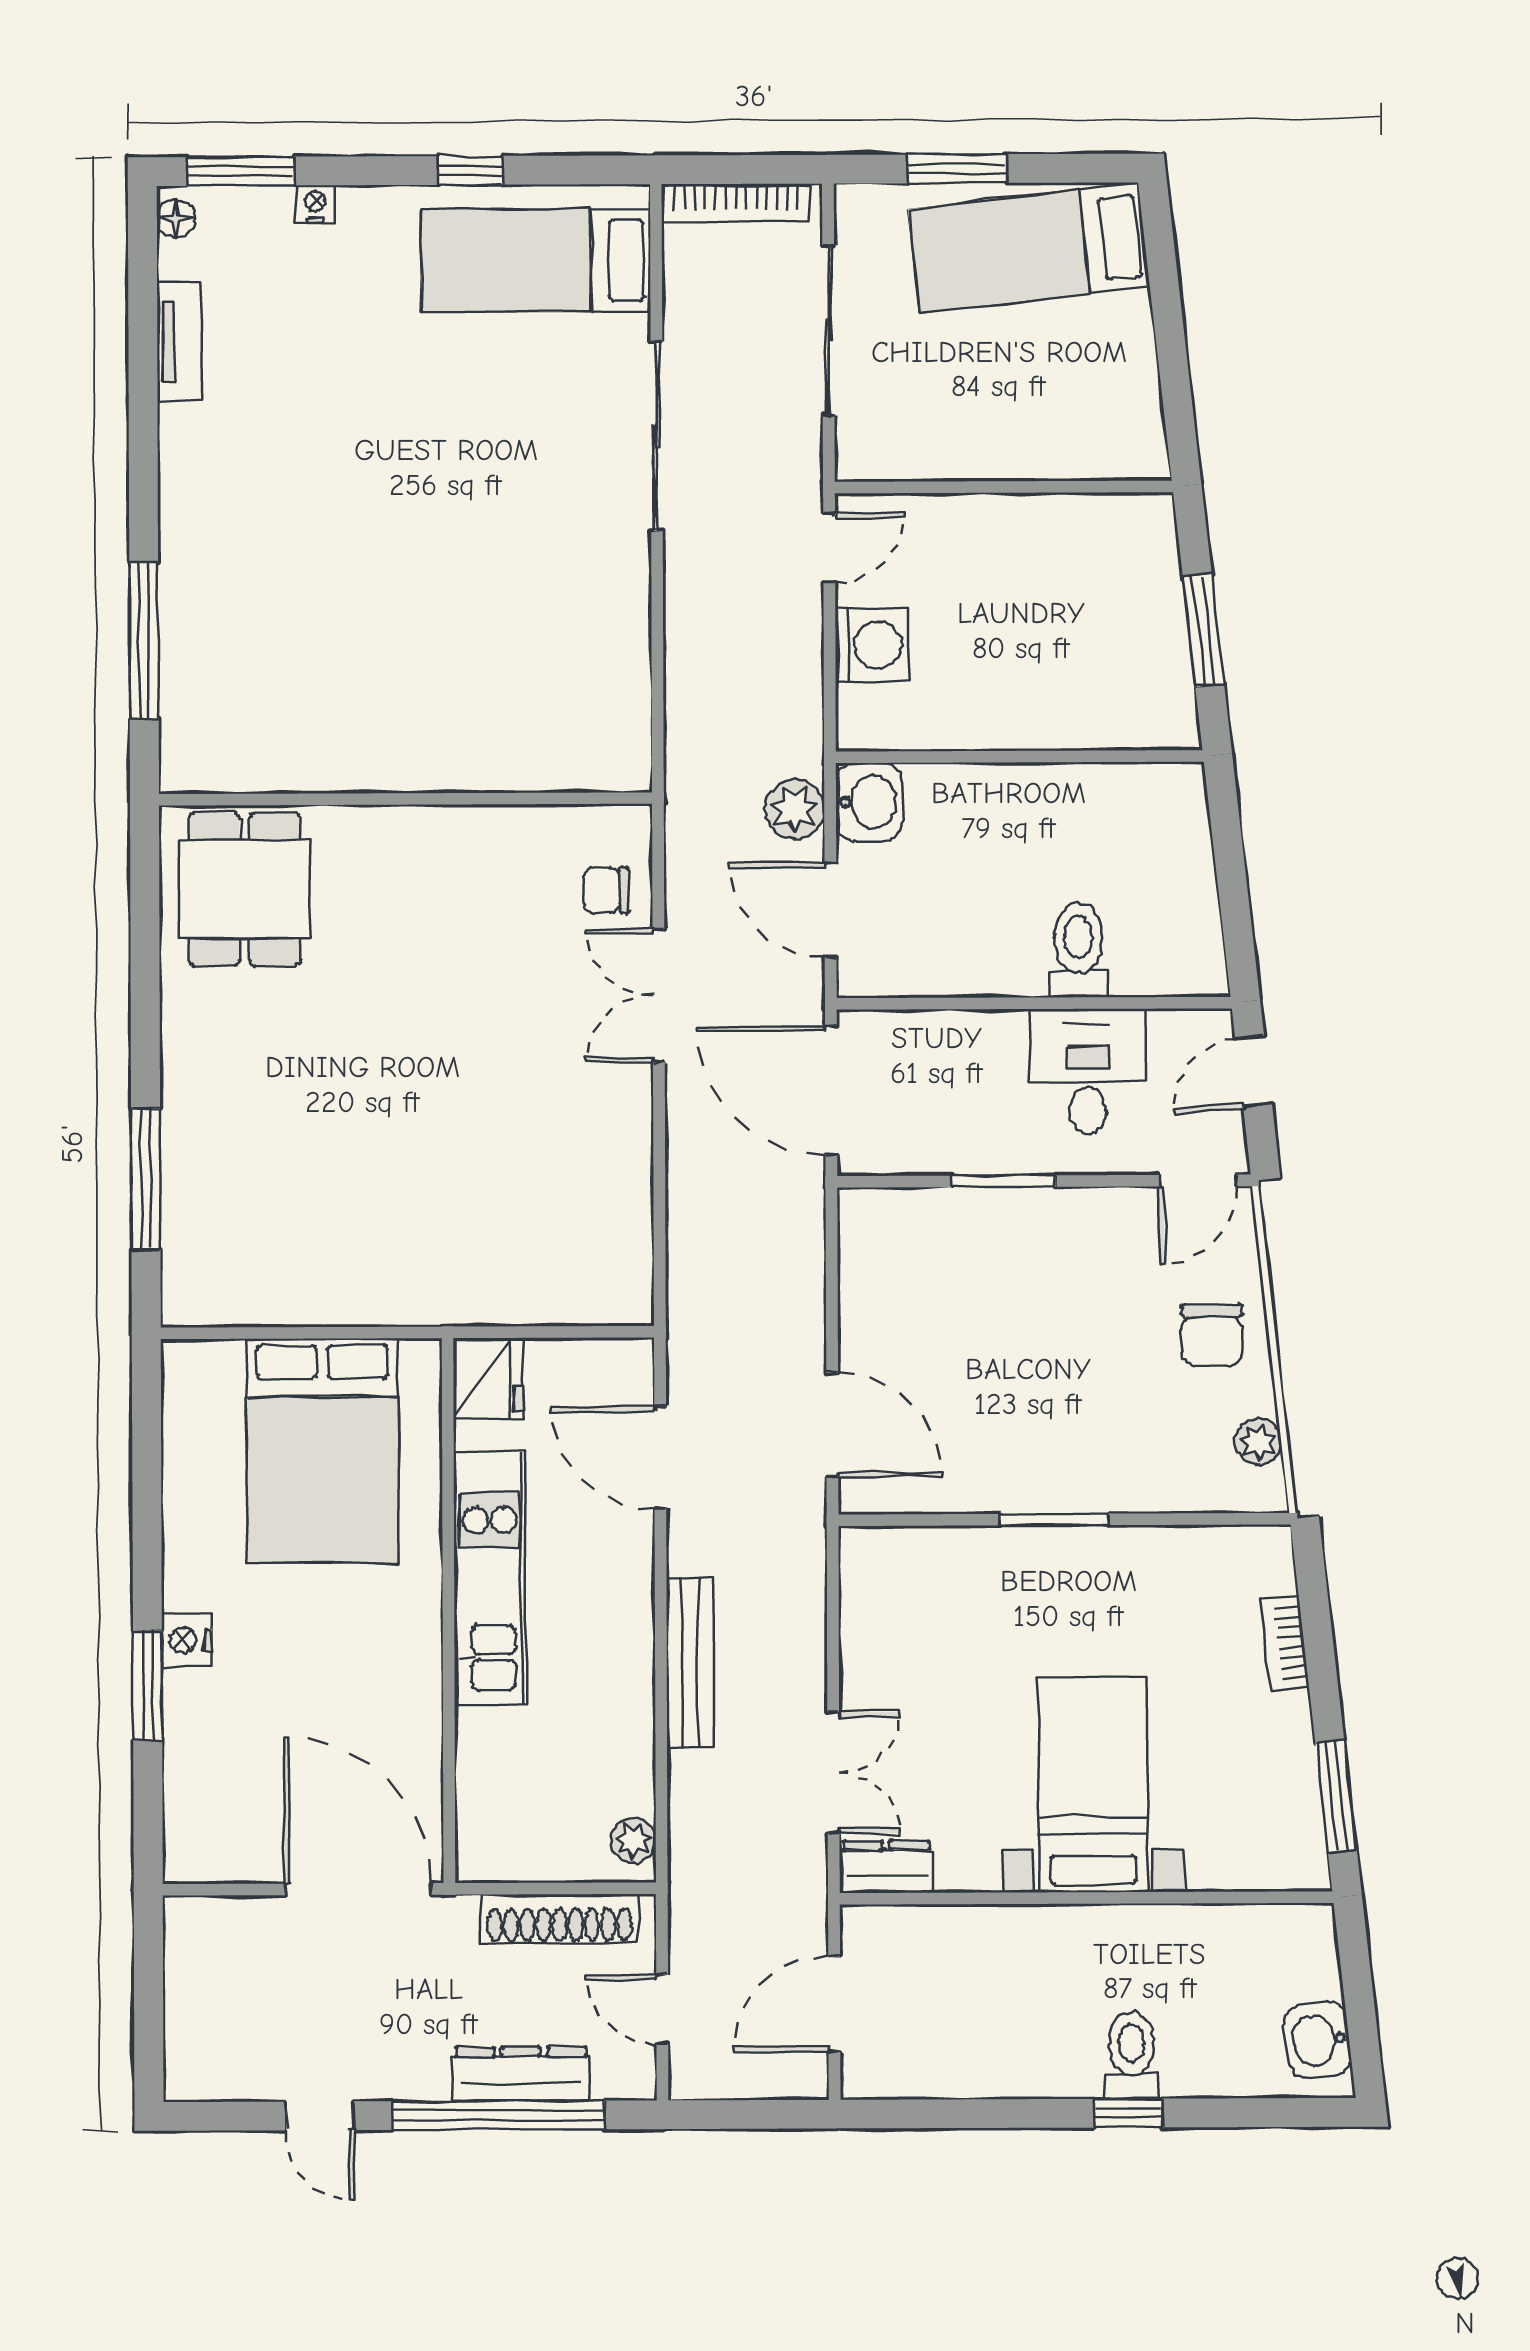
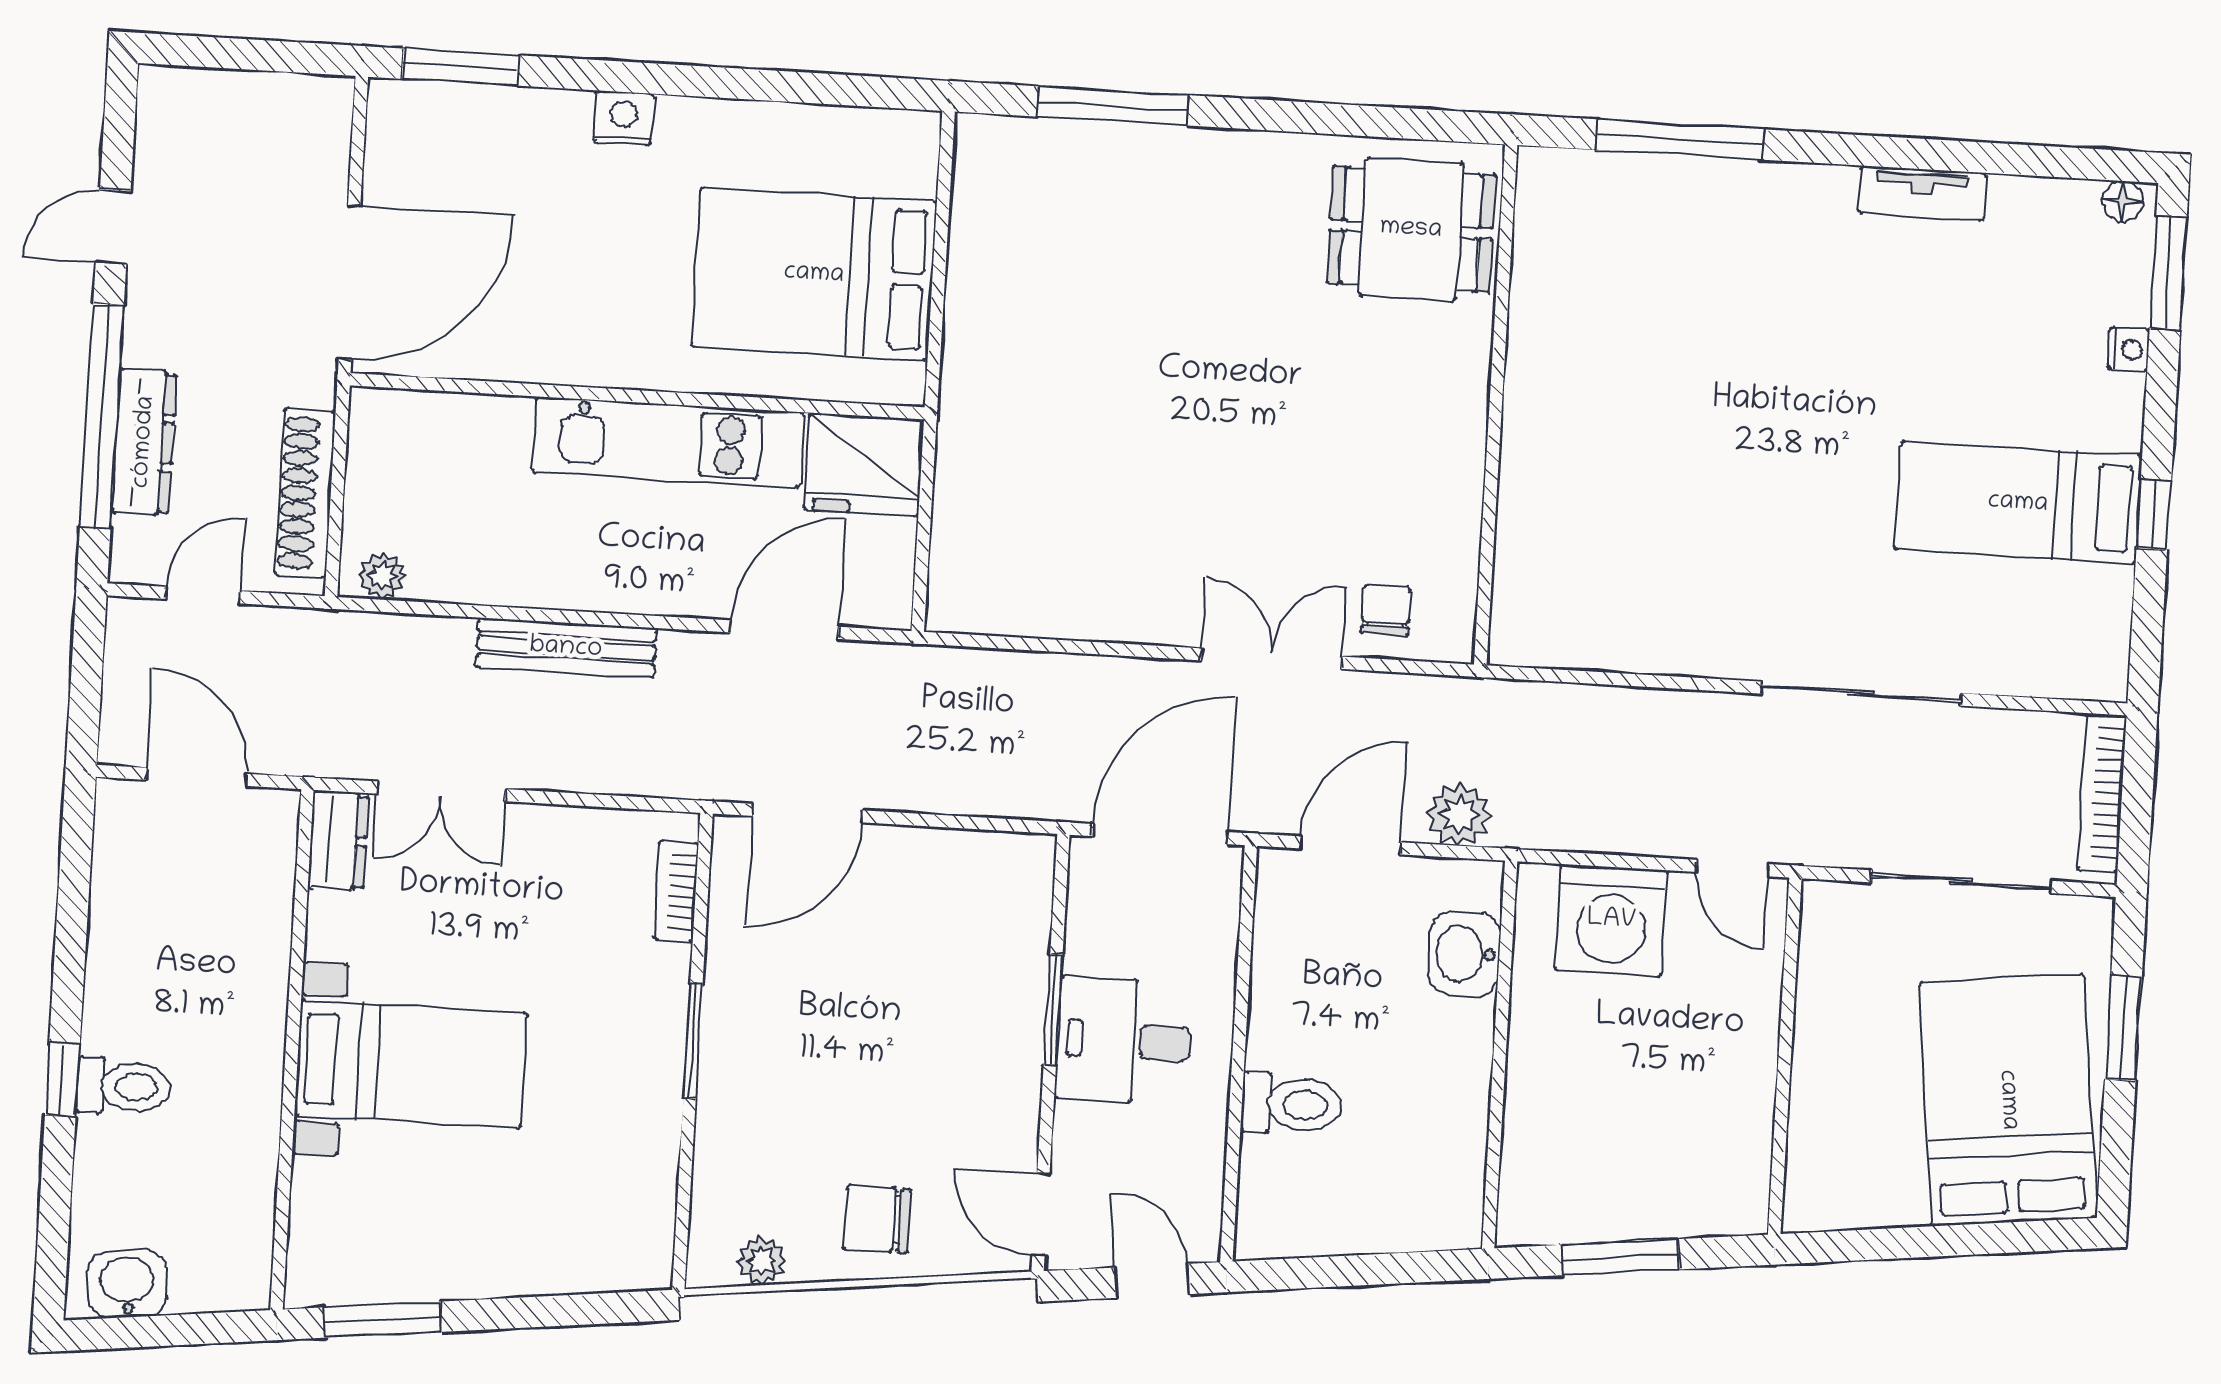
bed: (1029, 248) -> (2008, 1100), width x1.50
bed: (536, 260) -> (2018, 503), moved, turned -90
tv unit: (180, 341) -> (1922, 193), moved
washing machine: (872, 645) -> (1612, 920), width x1.37, depth x1.37
washbasin: (869, 802) -> (1464, 954), moved, turned 90
desk: (1088, 1072) -> (1124, 1041), moved, turned 180
fridge: (488, 1378) -> (864, 465), width x1.36, depth x1.34
bookcase: (1285, 1643) -> (676, 891), moved, turned -84
window: (148, 1686) -> (461, 67), moved

